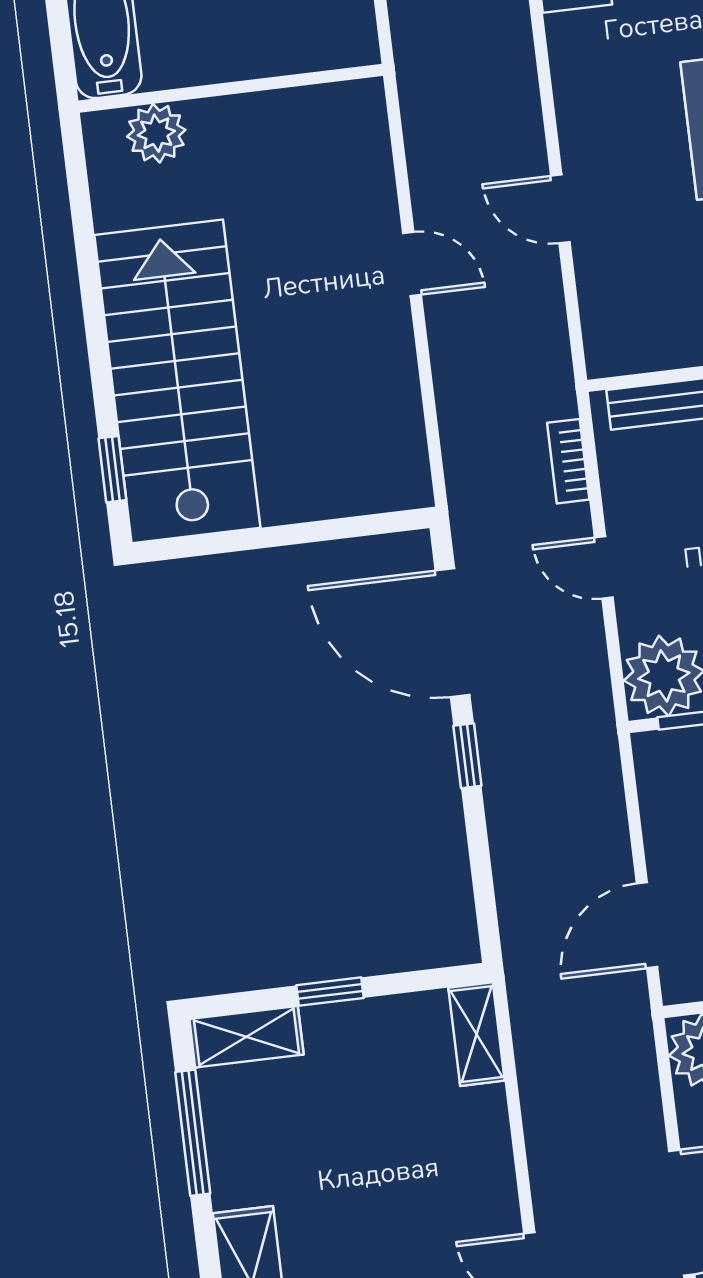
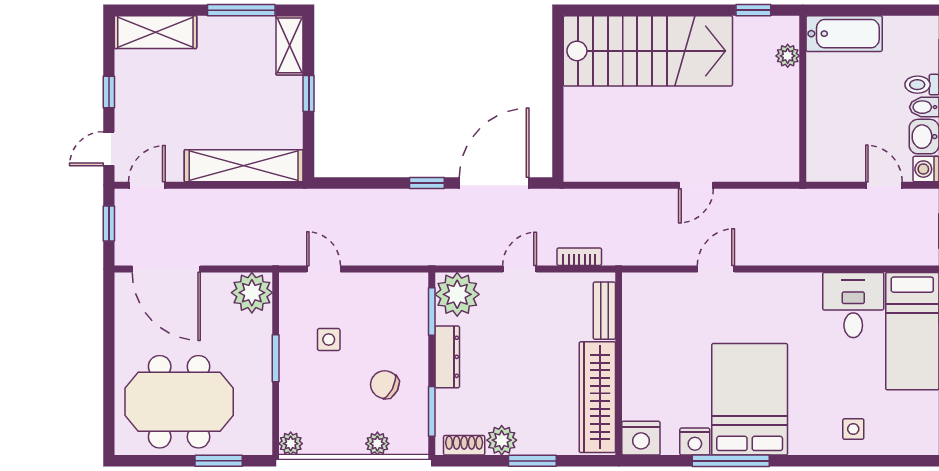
plant: (156, 133) -> (788, 56), width x0.73, depth x0.73
window: (112, 469) -> (753, 10), moved
door: (647, 925) -> (324, 269), width x0.73
shelving: (477, 1034) -> (244, 166), width x2.20, depth x1.33

